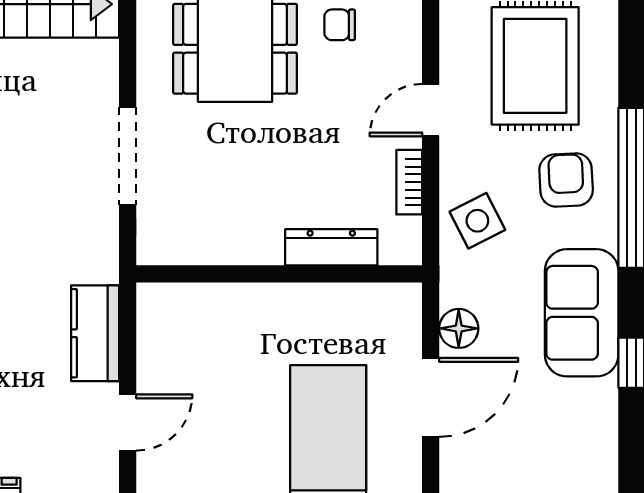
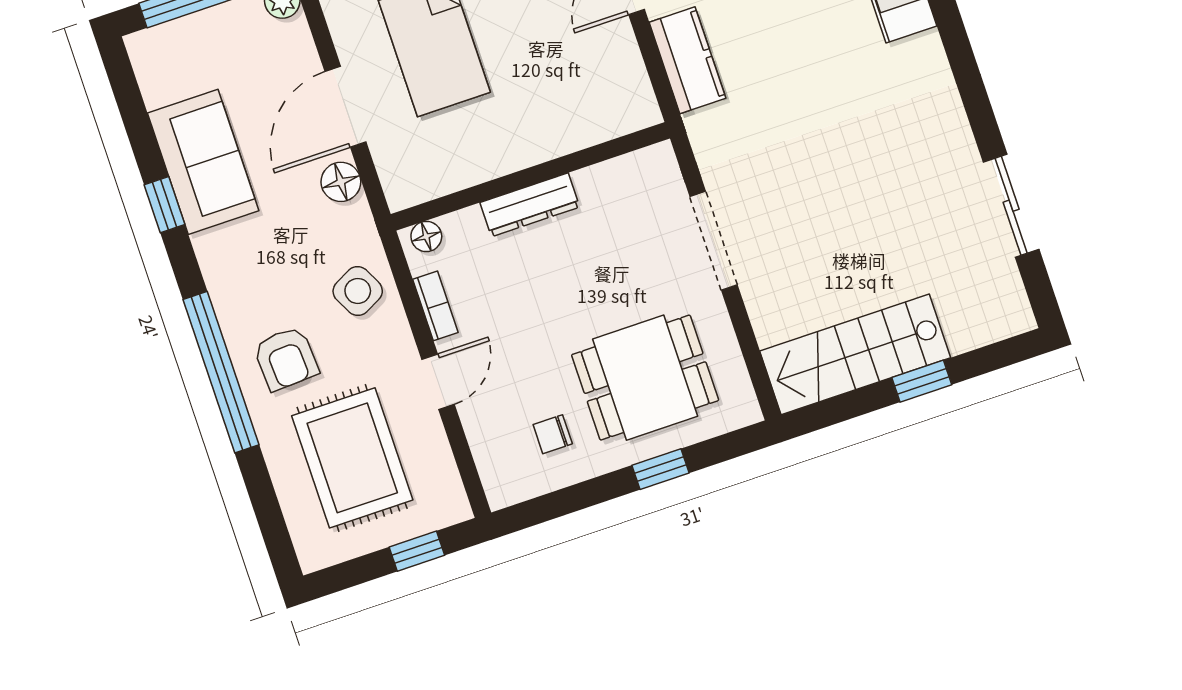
chair: (340, 25) -> (553, 434), turned 180
dresser: (331, 247) -> (530, 205), moved
floor lamp: (396, 250) -> (426, 237), added
sofa: (582, 313) -> (203, 162), moved

